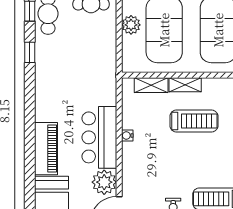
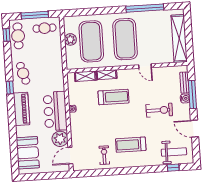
window: (30, 52) -> (10, 87), moved
cafe table: (52, 74) -> (23, 73), added
piano: (46, 149) -> (22, 109), moved

